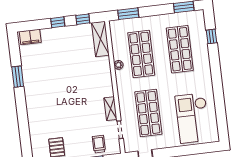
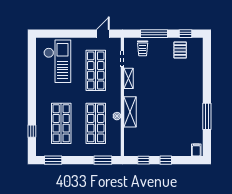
filing cabinet: (30, 37) -> (196, 150), width x0.50
shelving: (100, 39) -> (130, 112), moved
window: (18, 77) -> (207, 116), width x1.44

